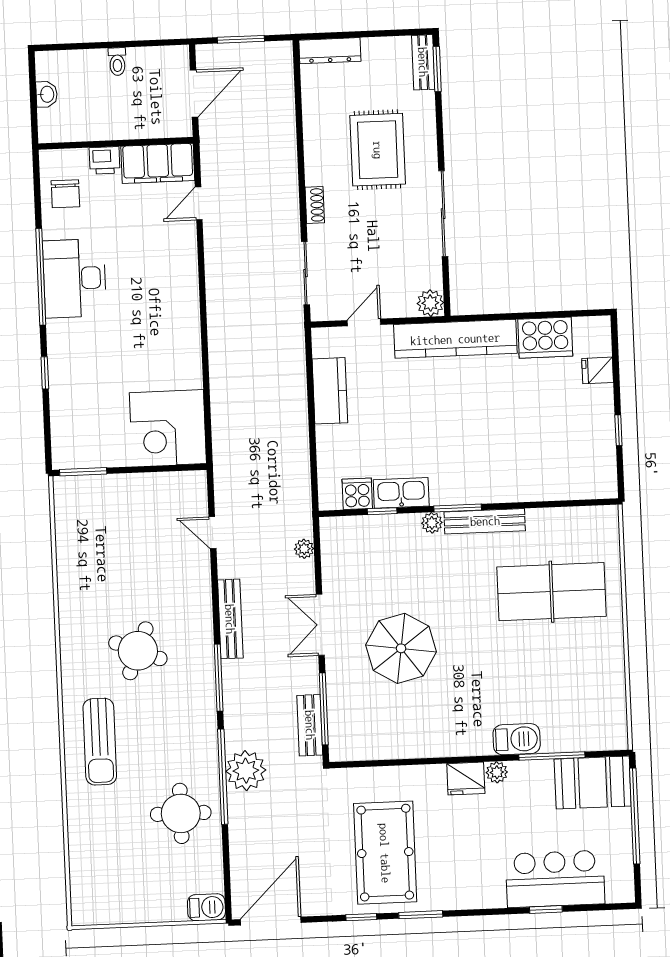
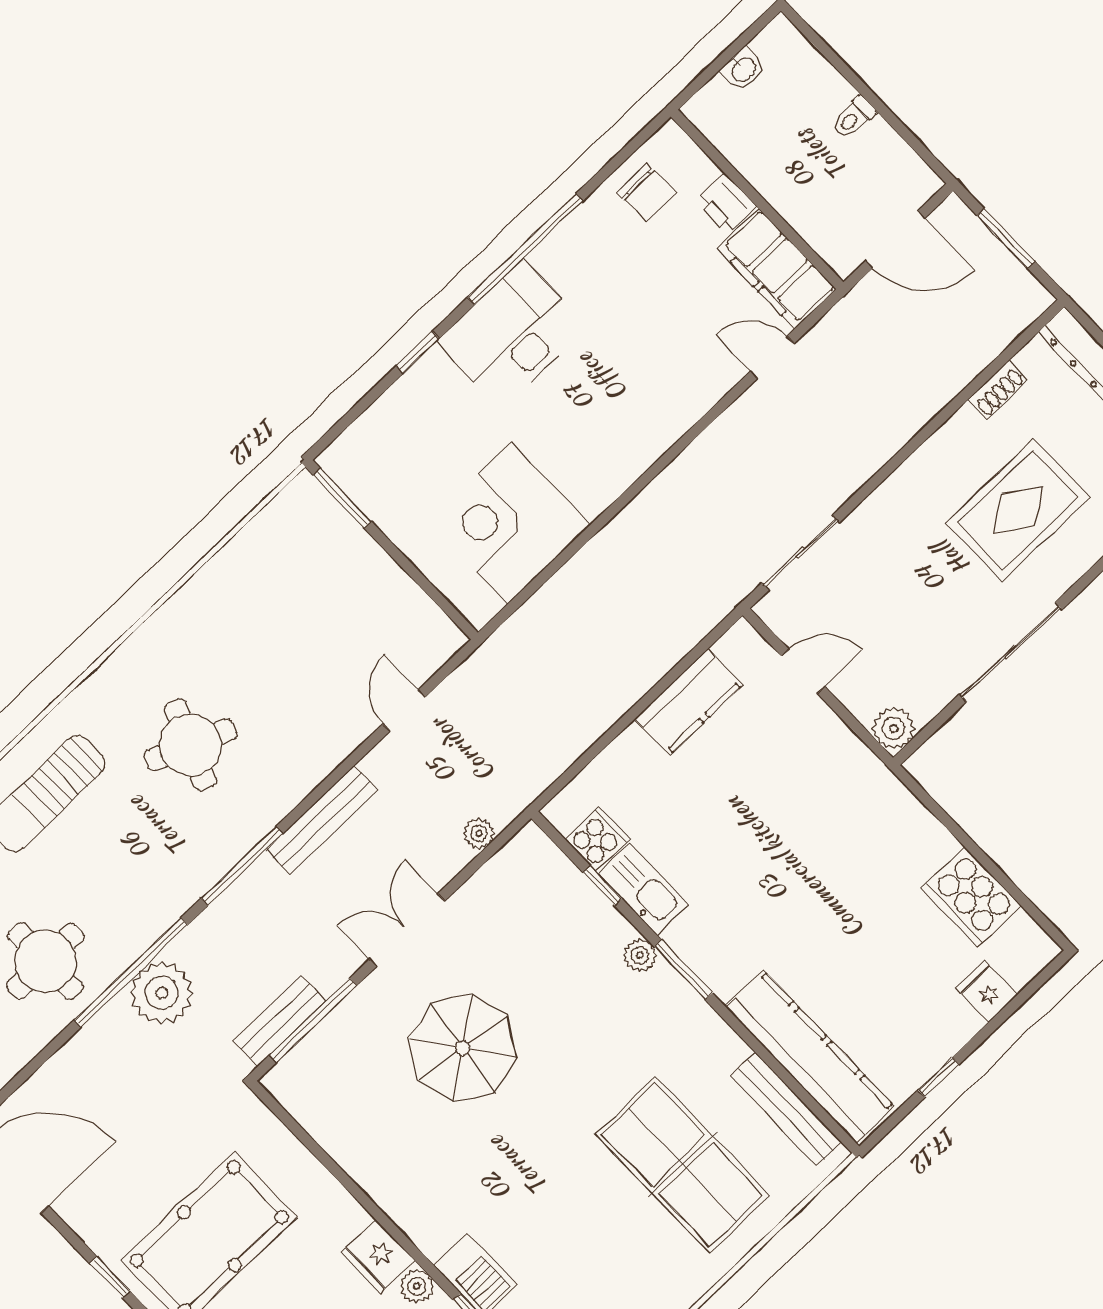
chair: (65, 194) -> (647, 193), turned -90
shoe rack: (315, 205) -> (998, 390), moved
desk: (75, 278) -> (512, 334), moved
kitchen counter: (455, 339) -> (810, 1057), moved, turned 180
corner desk: (168, 428) -> (510, 523), moved
bench: (485, 521) -> (786, 1109), moved

